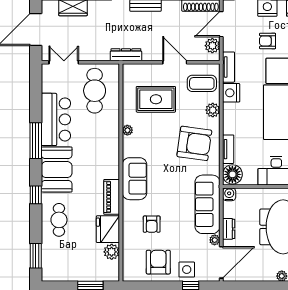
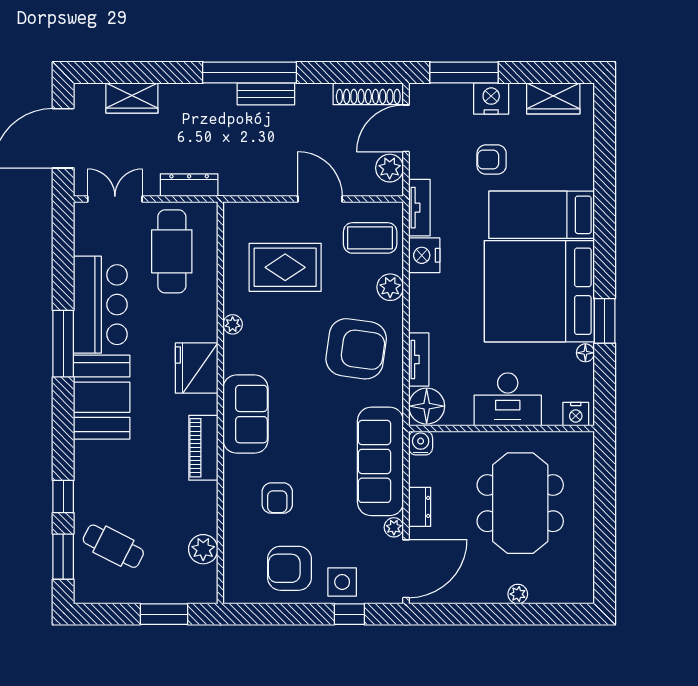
dresser: (126, 55) -> (189, 185), moved
window: (36, 195) -> (63, 496), moved
cafe table: (59, 220) -> (113, 546), moved, turned -63
fridge: (108, 229) -> (197, 368), moved
armchair: (158, 262) -> (289, 568), turned -90

